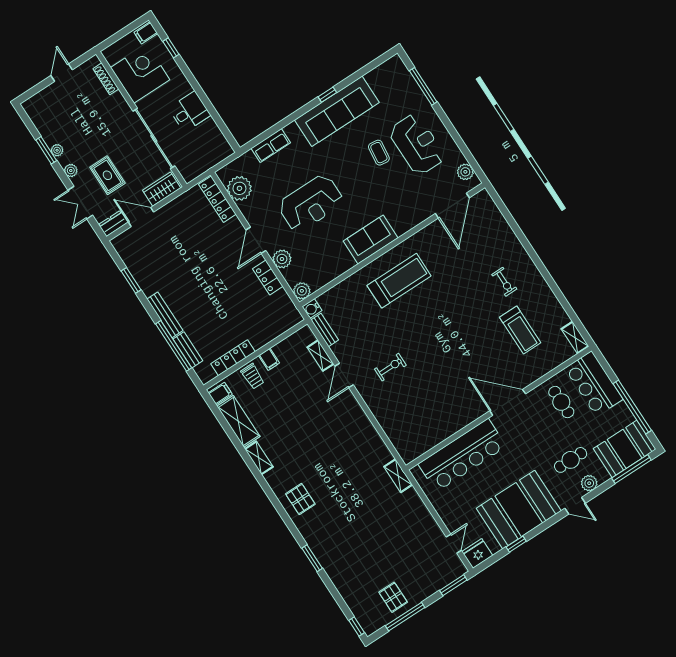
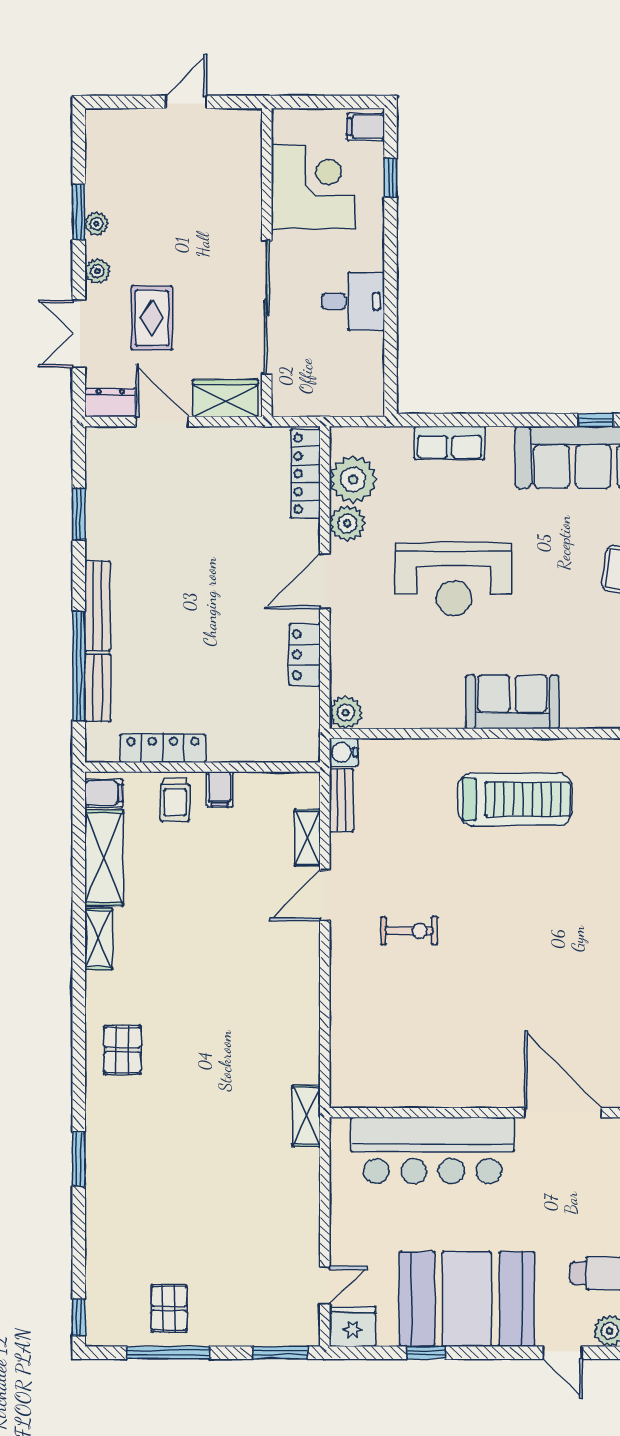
shoe rack: (106, 79) -> (252, 159), removed
plant: (282, 259) -> (347, 523), moved

